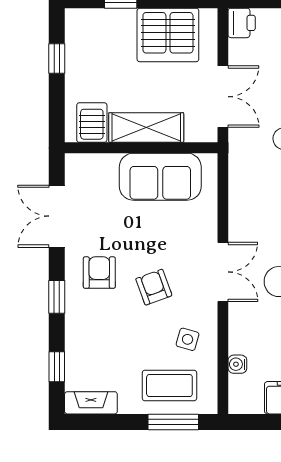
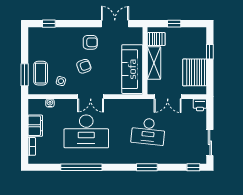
window: (57, 58) -> (174, 24), moved
sofa: (160, 177) -> (132, 69), width x1.36
window: (57, 297) -> (80, 24), removed
fireplace: (91, 403) -> (33, 39), removed

